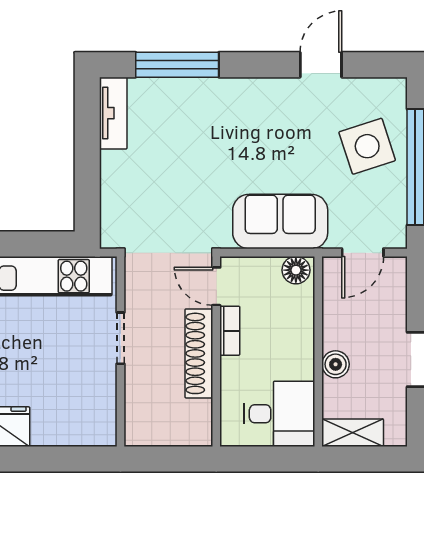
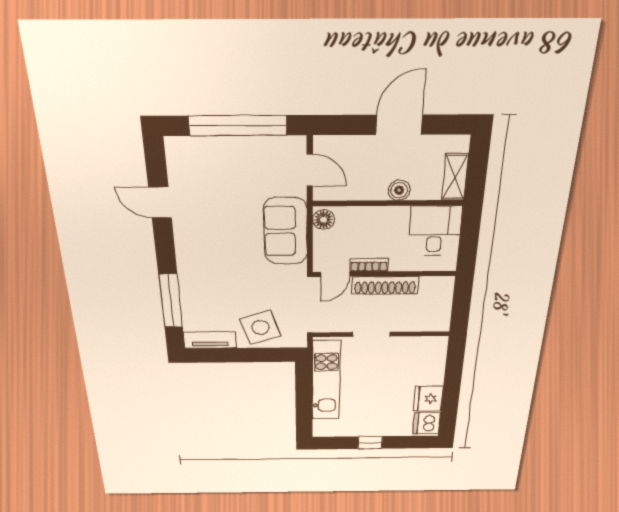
side table: (367, 146) -> (261, 327), moved

